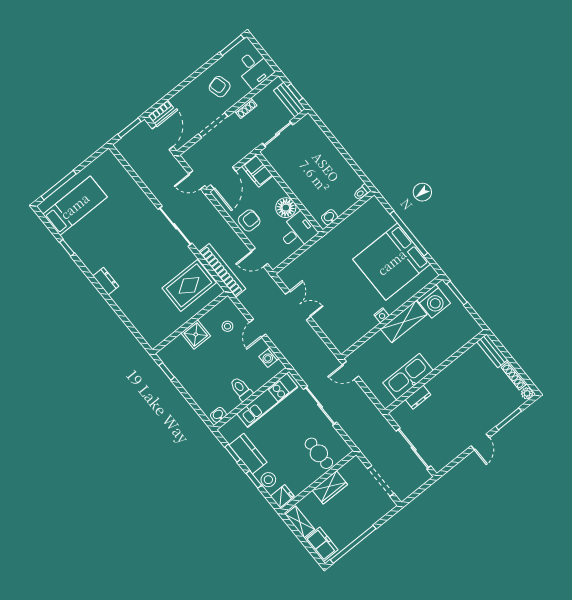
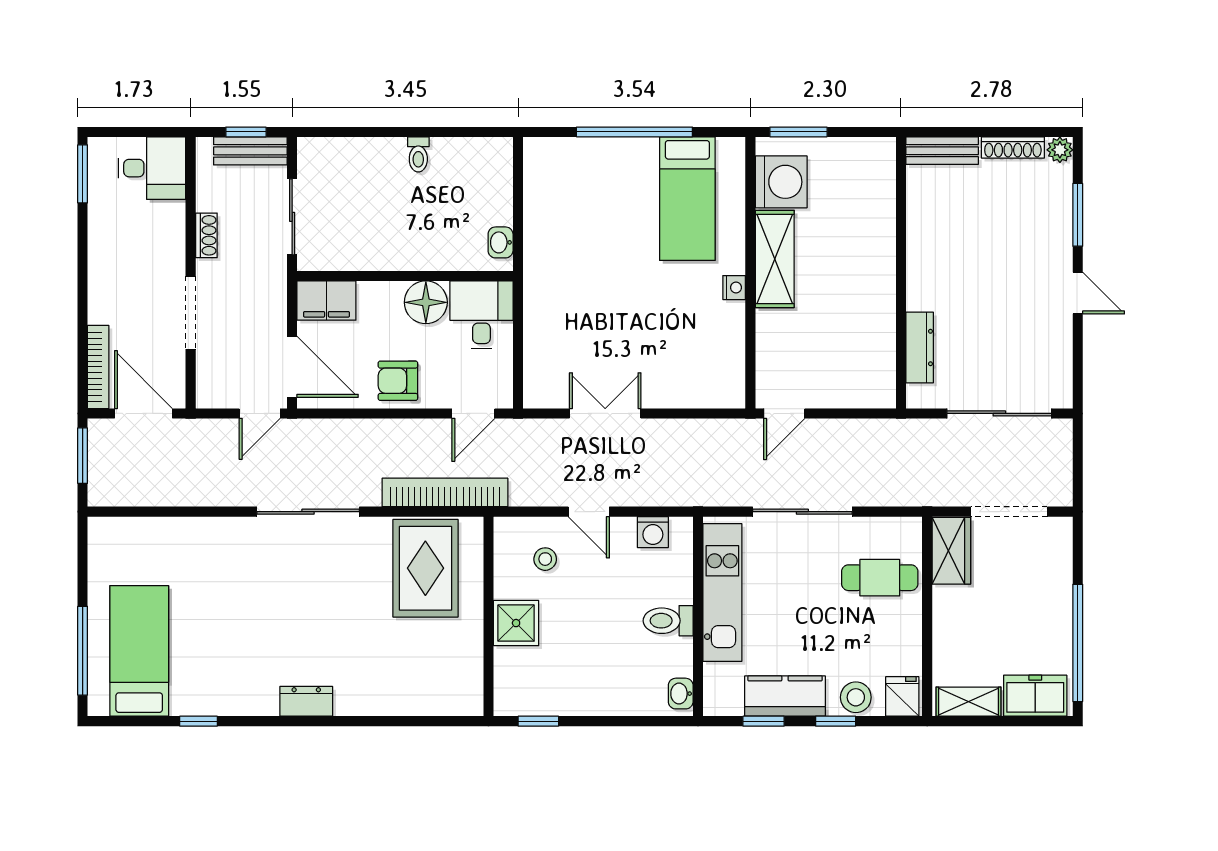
armchair: (220, 87) -> (135, 250), removed
bookcase: (161, 112) -> (98, 367), width x1.56
toilet: (362, 192) -> (418, 154), moved
armchair: (249, 220) -> (398, 381), turned -90
bed: (392, 262) -> (687, 199), width x0.49
kitchen sink: (408, 377) -> (872, 326), removed
dresser: (418, 397) -> (920, 348), width x1.44
wardrobe: (330, 487) -> (951, 551), moved

